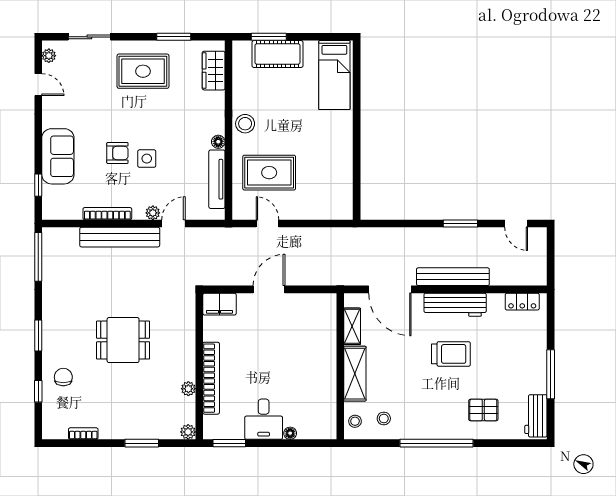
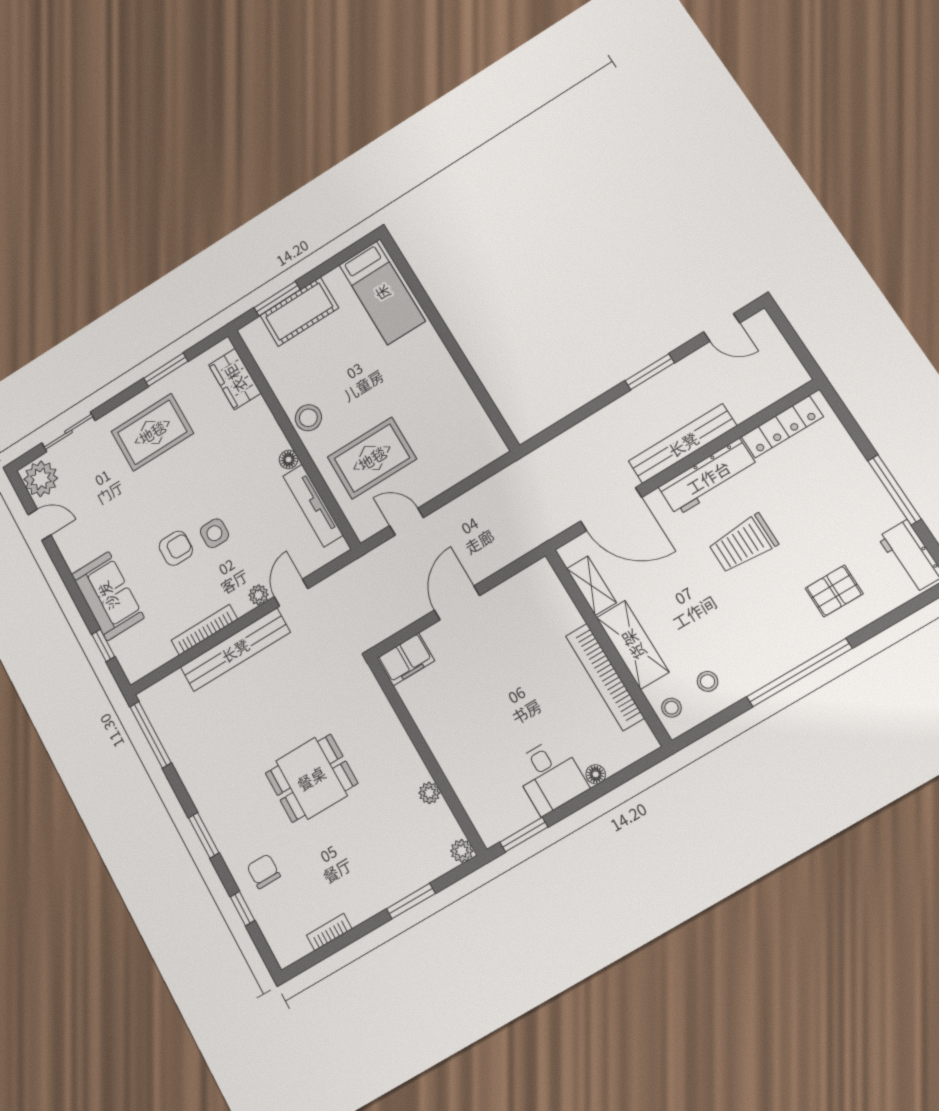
plant: (49, 56) -> (41, 479), width x1.87, depth x1.87
locker: (522, 302) -> (782, 427), width x1.53
trolley: (451, 354) -> (743, 543), turned 180
bookcase: (211, 378) -> (605, 677), moved, turned 180

